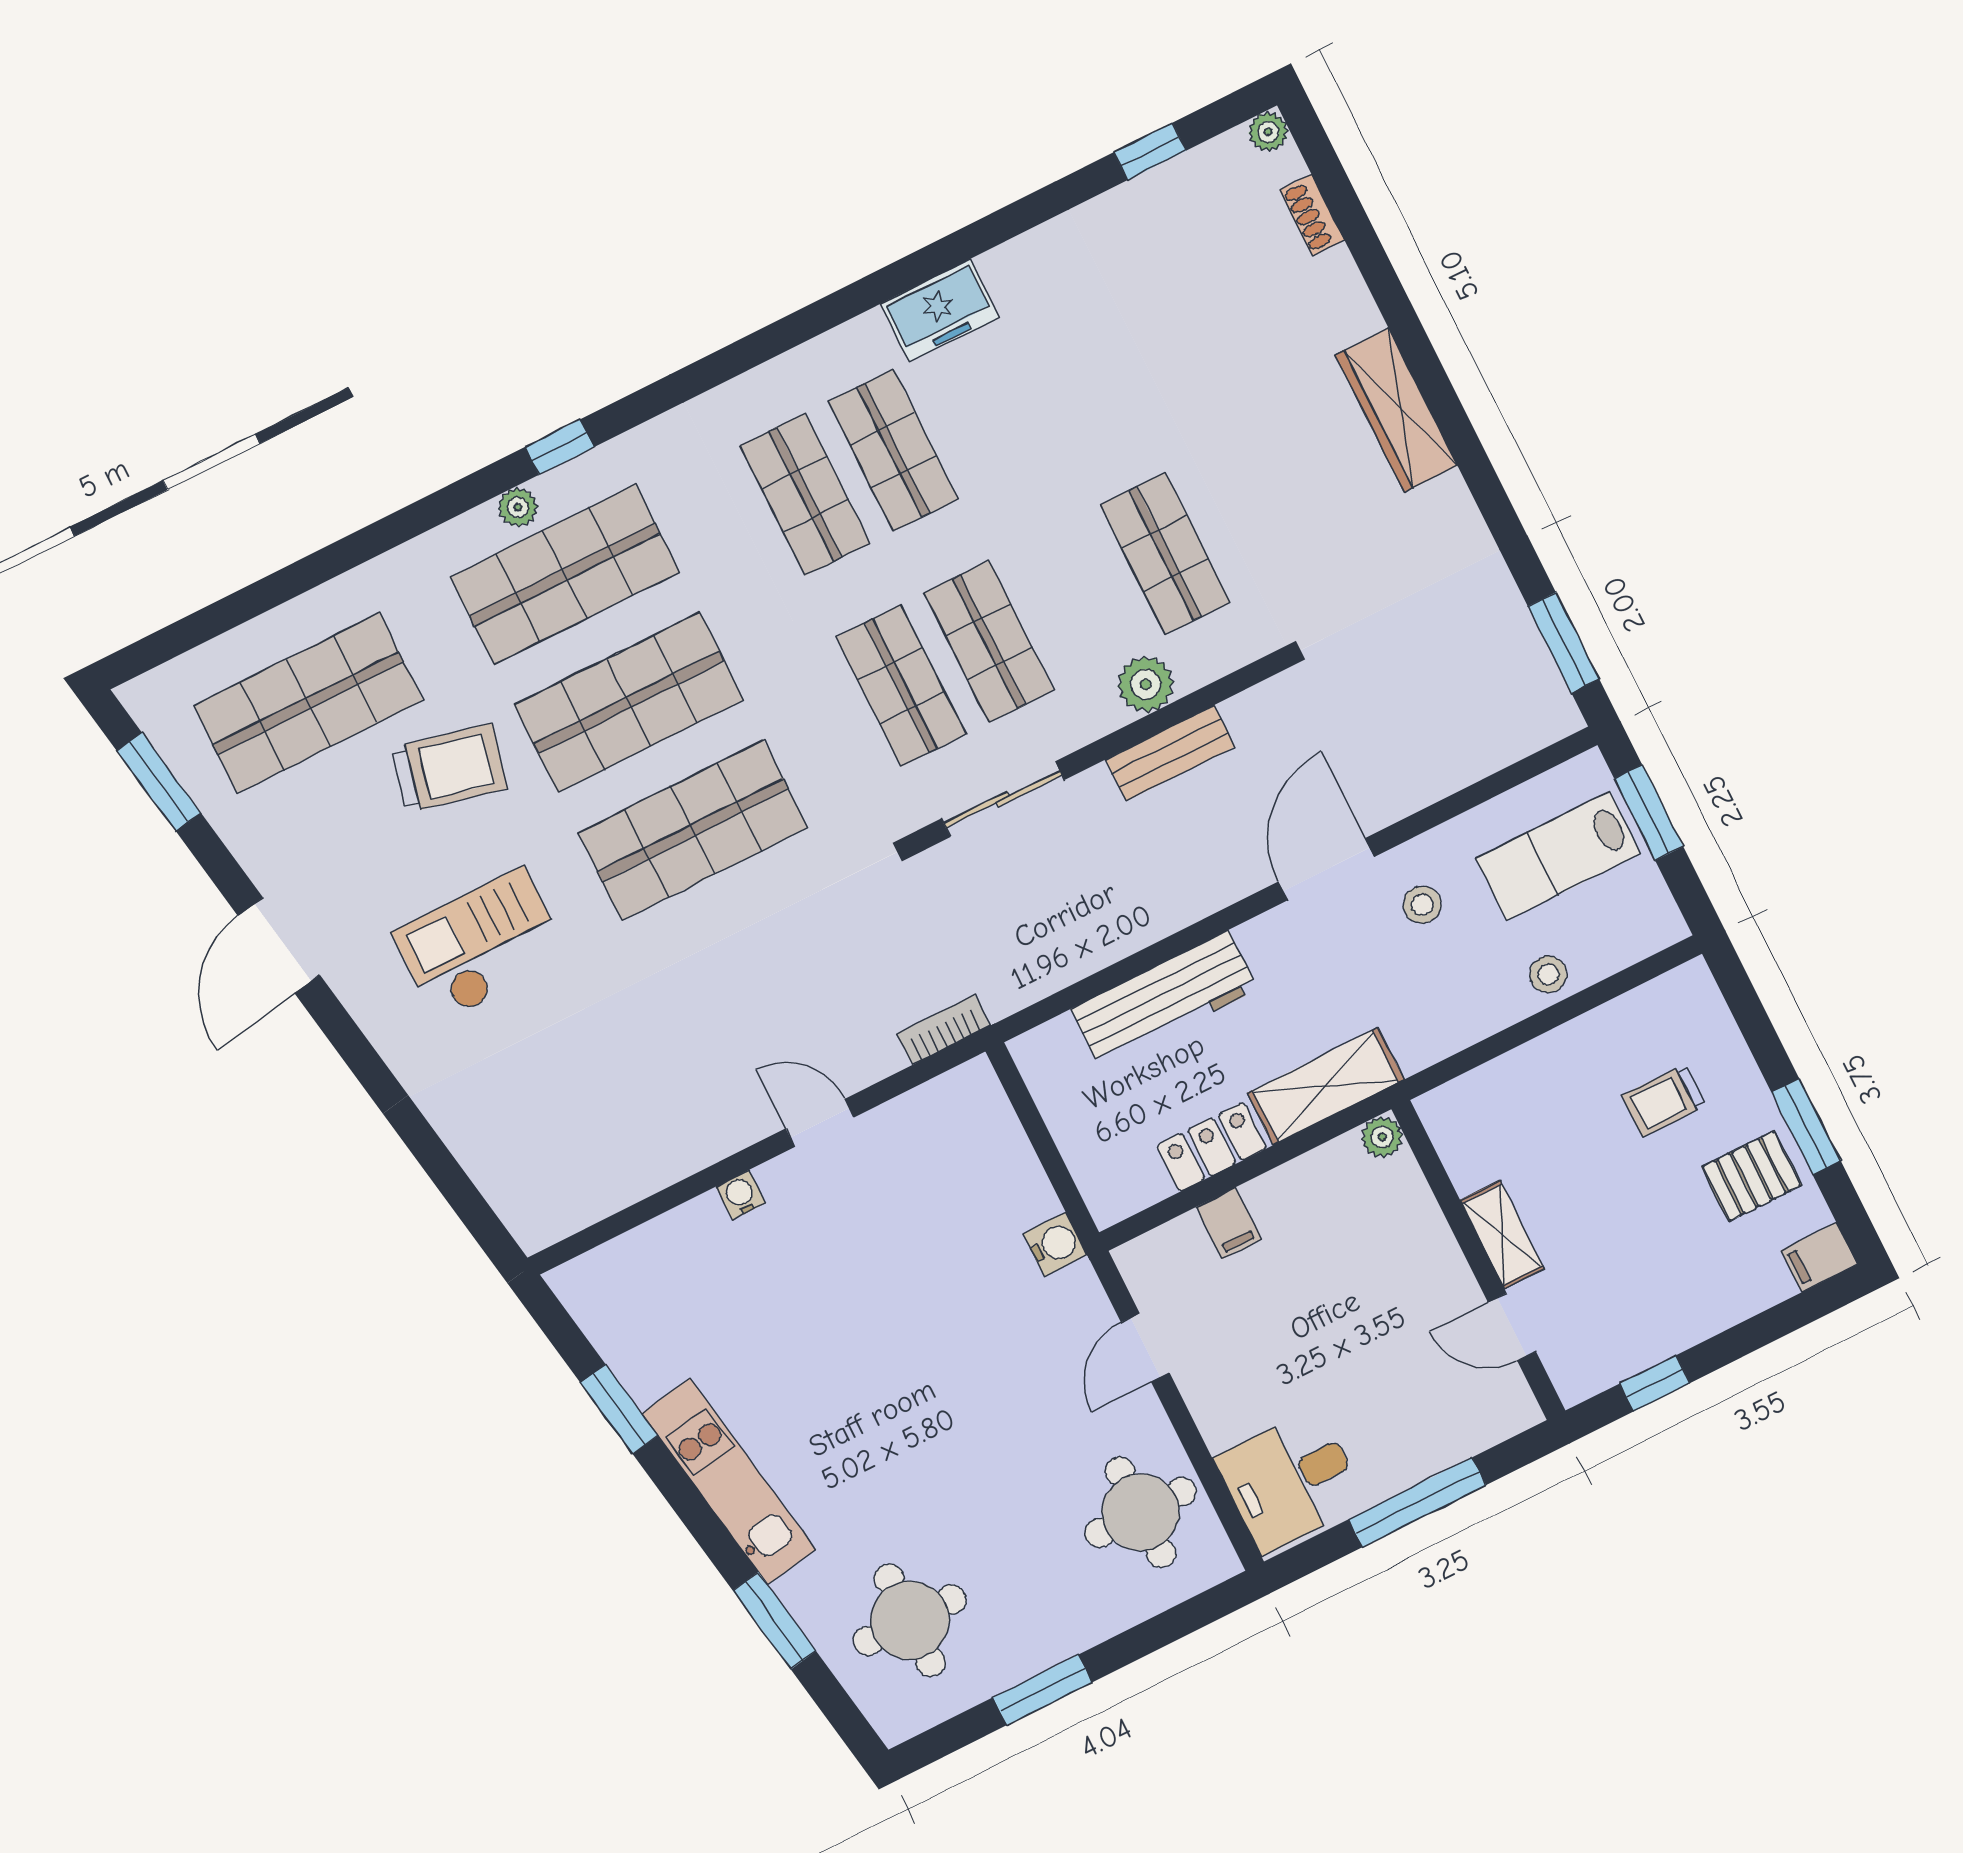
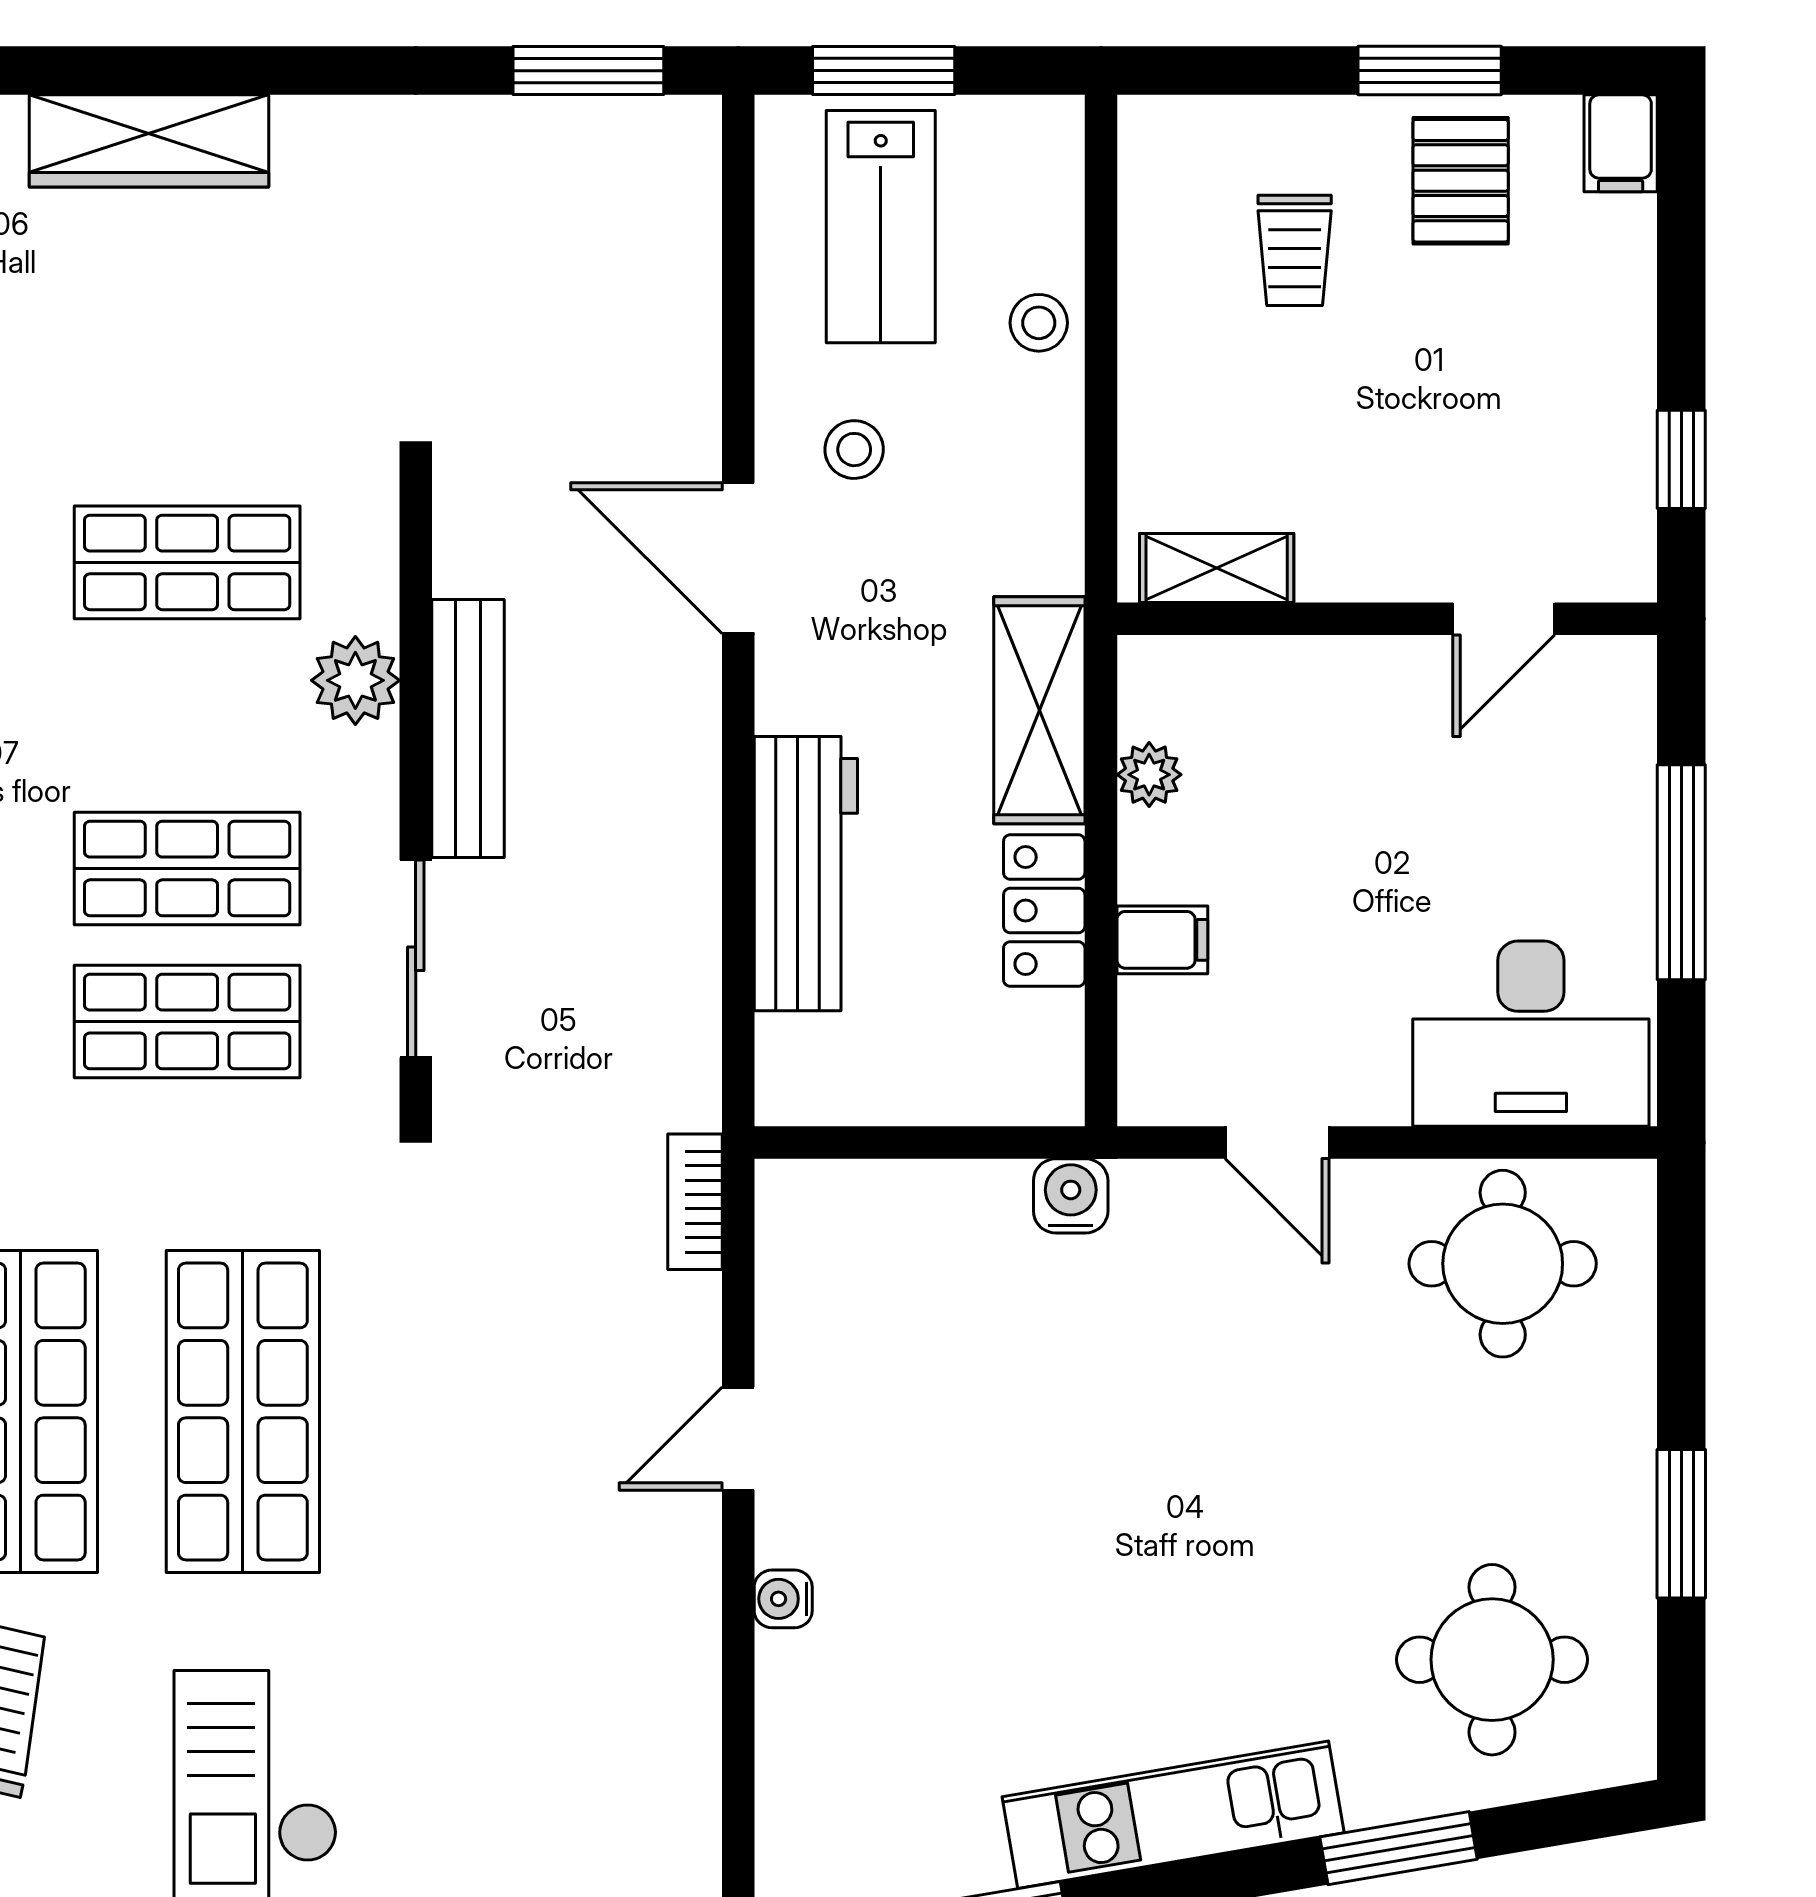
bench: (1170, 753) -> (468, 729), width x1.36
plant: (1382, 1137) -> (1149, 775), moved
shelving: (1502, 1235) -> (1217, 568), moved
desk: (1290, 1481) -> (1531, 1034), width x1.37

